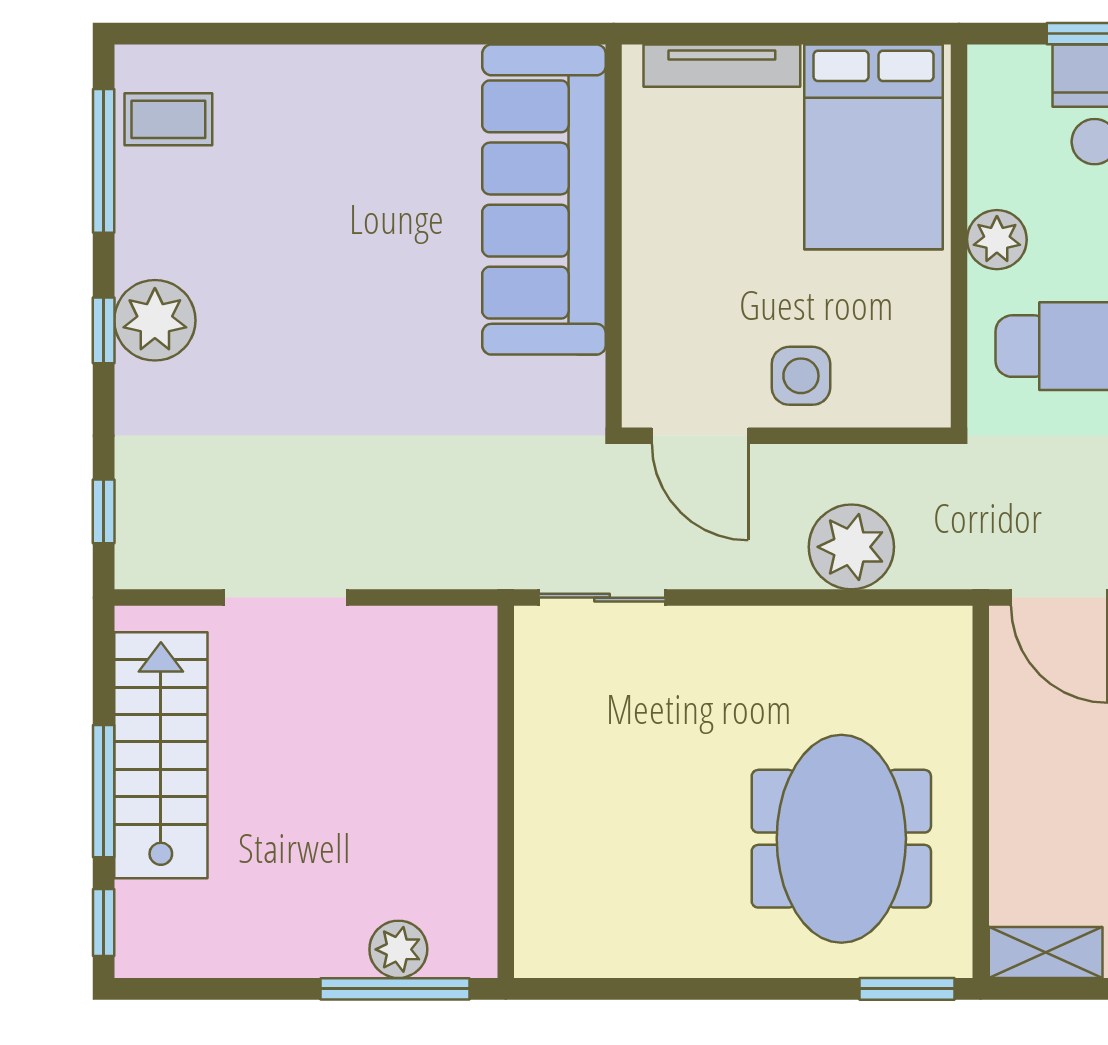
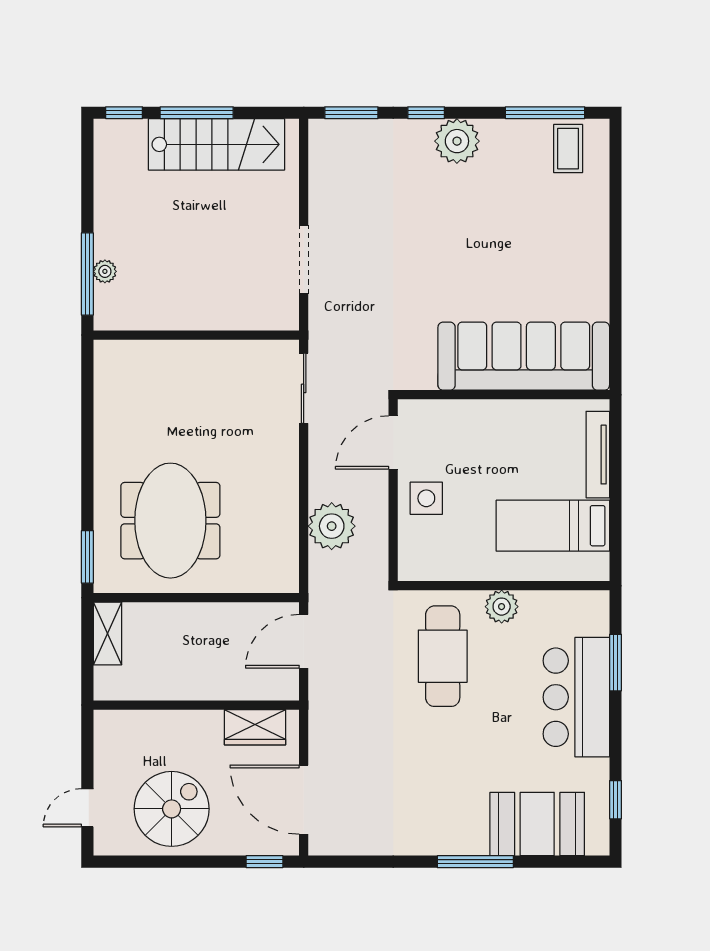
bed: (874, 147) -> (553, 526), width x0.67
window: (104, 330) -> (426, 113), moved
window: (104, 511) -> (351, 113), width x1.50
doorway: (286, 598) -> (304, 260), moved
meeting table: (841, 839) -> (170, 521), turned 90
plant: (398, 949) -> (105, 271), width x0.73, depth x0.73

